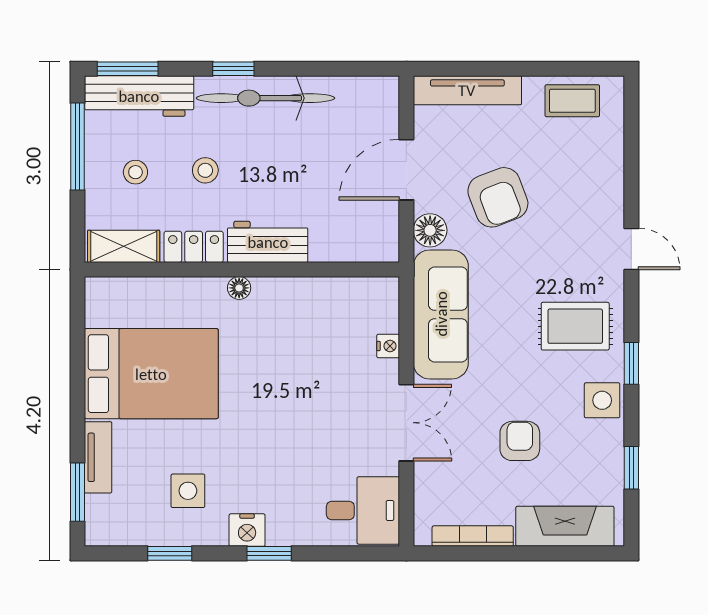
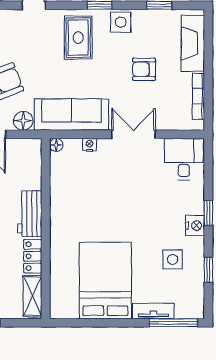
floor lamp: (239, 288) -> (56, 145), moved
window: (77, 492) -> (173, 323), width x1.44

